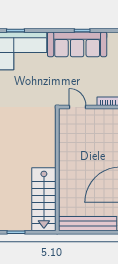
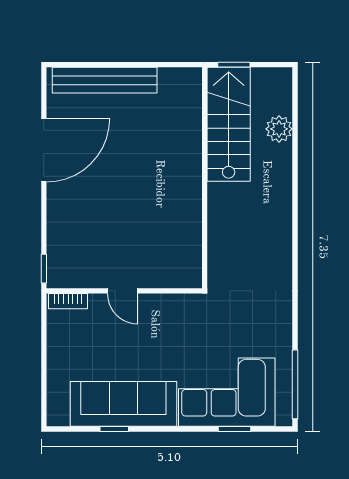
wall: (57, 170) -> (205, 178), moved
stairs: (44, 199) -> (229, 124), moved

